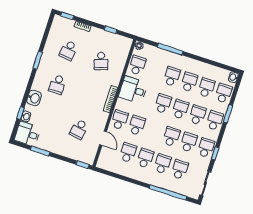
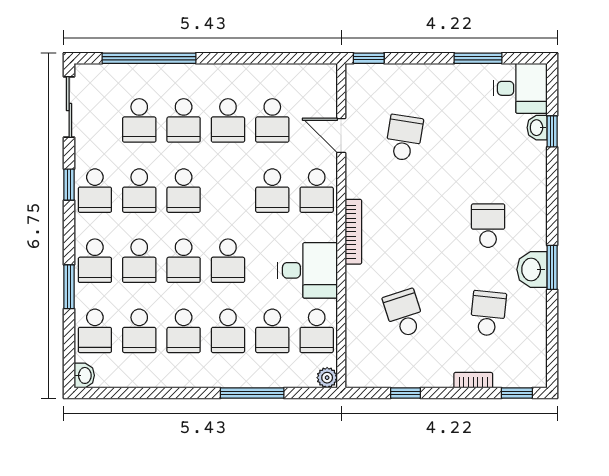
school desk: (155, 71) -> (272, 331), added
washbasin: (34, 98) -> (532, 269), moved

